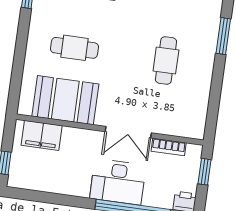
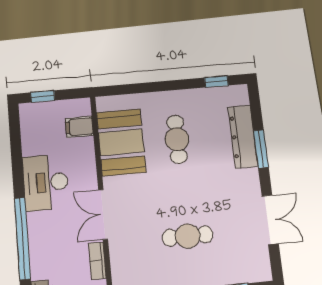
filing cabinet: (42, 135) -> (79, 127), width x0.50
desk: (118, 182) -> (46, 182), moved

